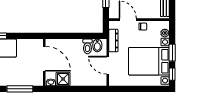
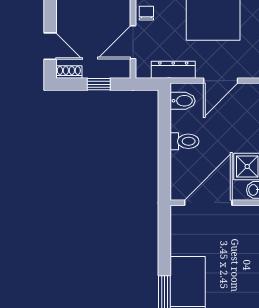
toilet: (87, 46) -> (185, 141), moved

